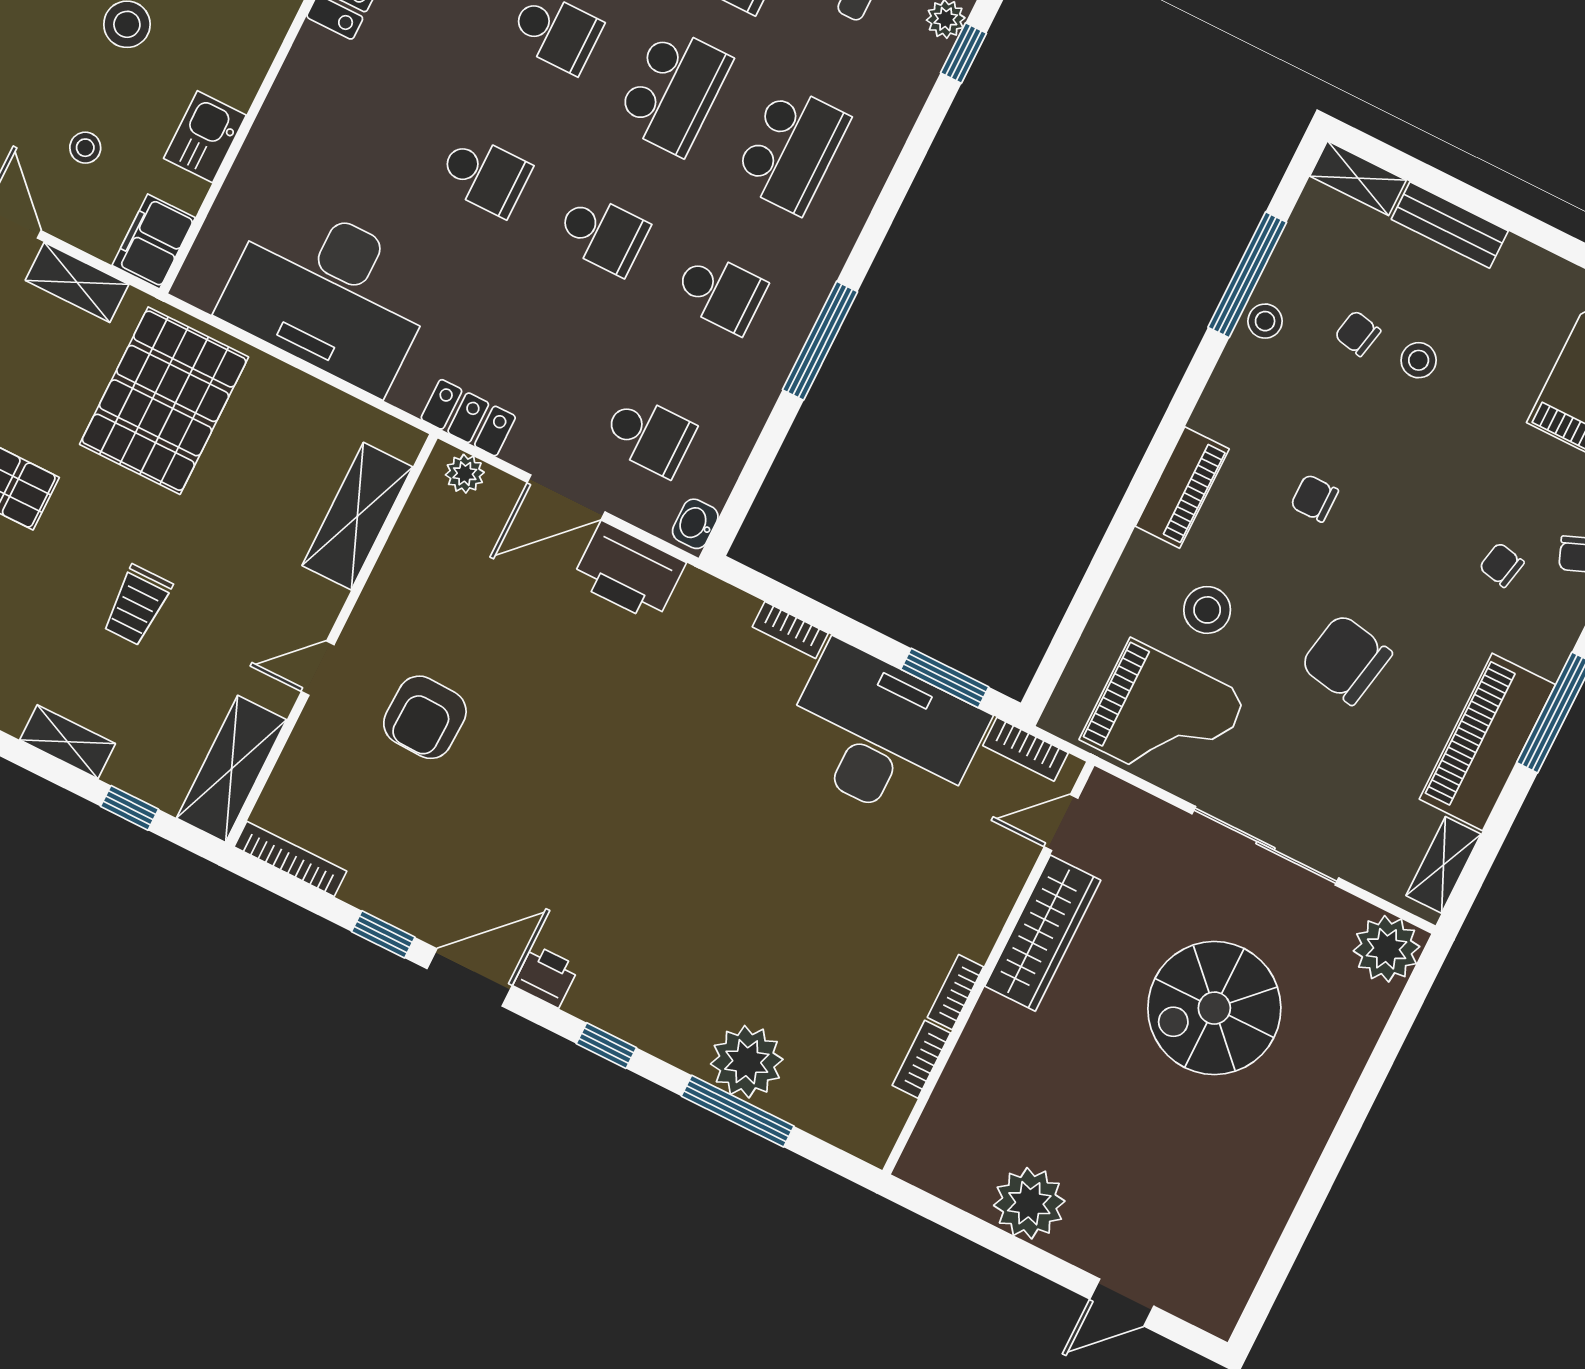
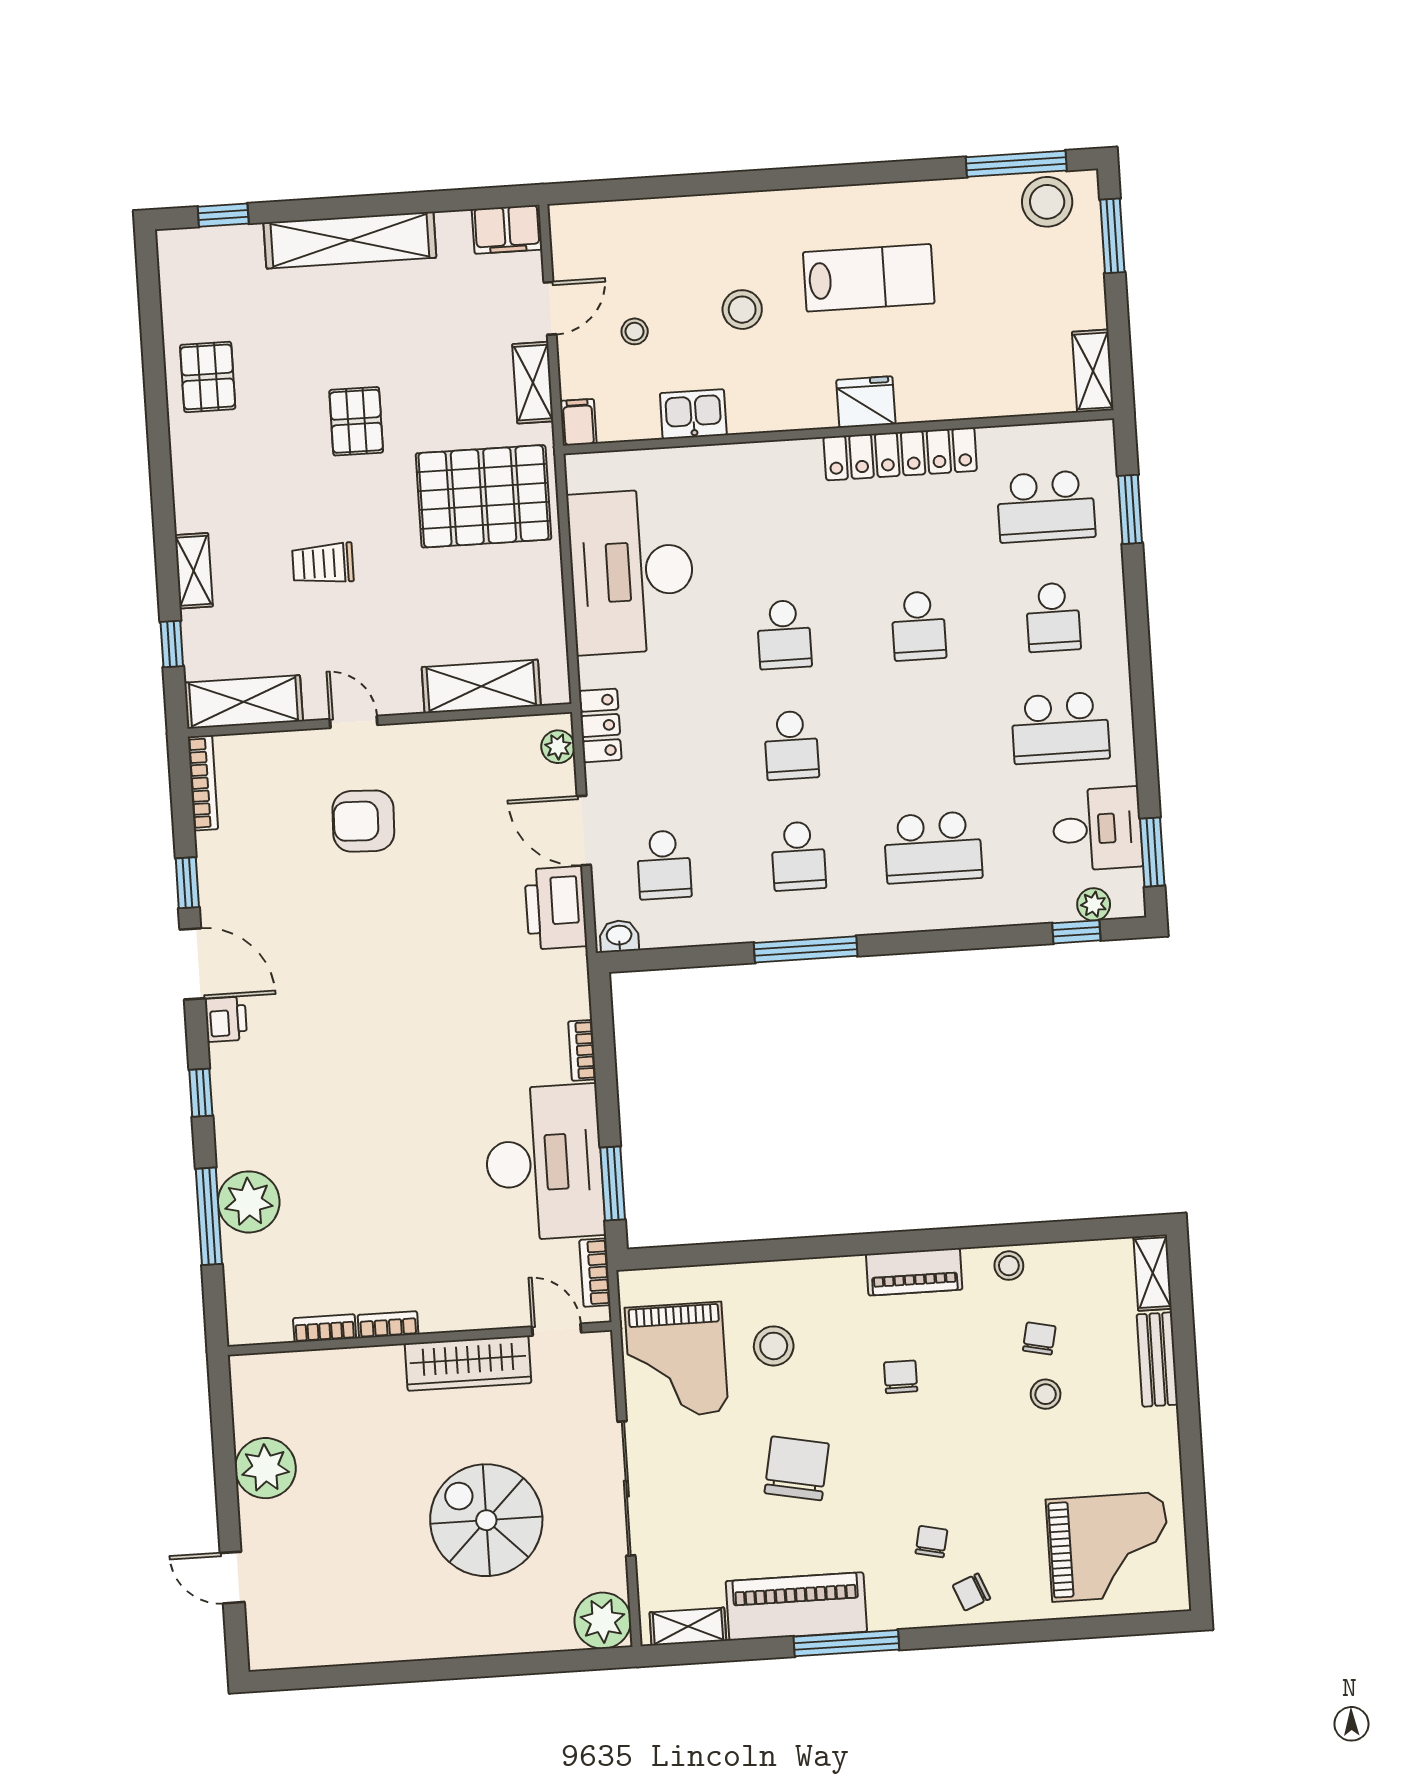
school desk: (674, 91) -> (926, 737), removed
filing cabinet: (154, 241) -> (578, 422), width x0.50
window: (1247, 275) -> (1035, 1233), removed
piano: (1182, 488) -> (914, 1272), moved

